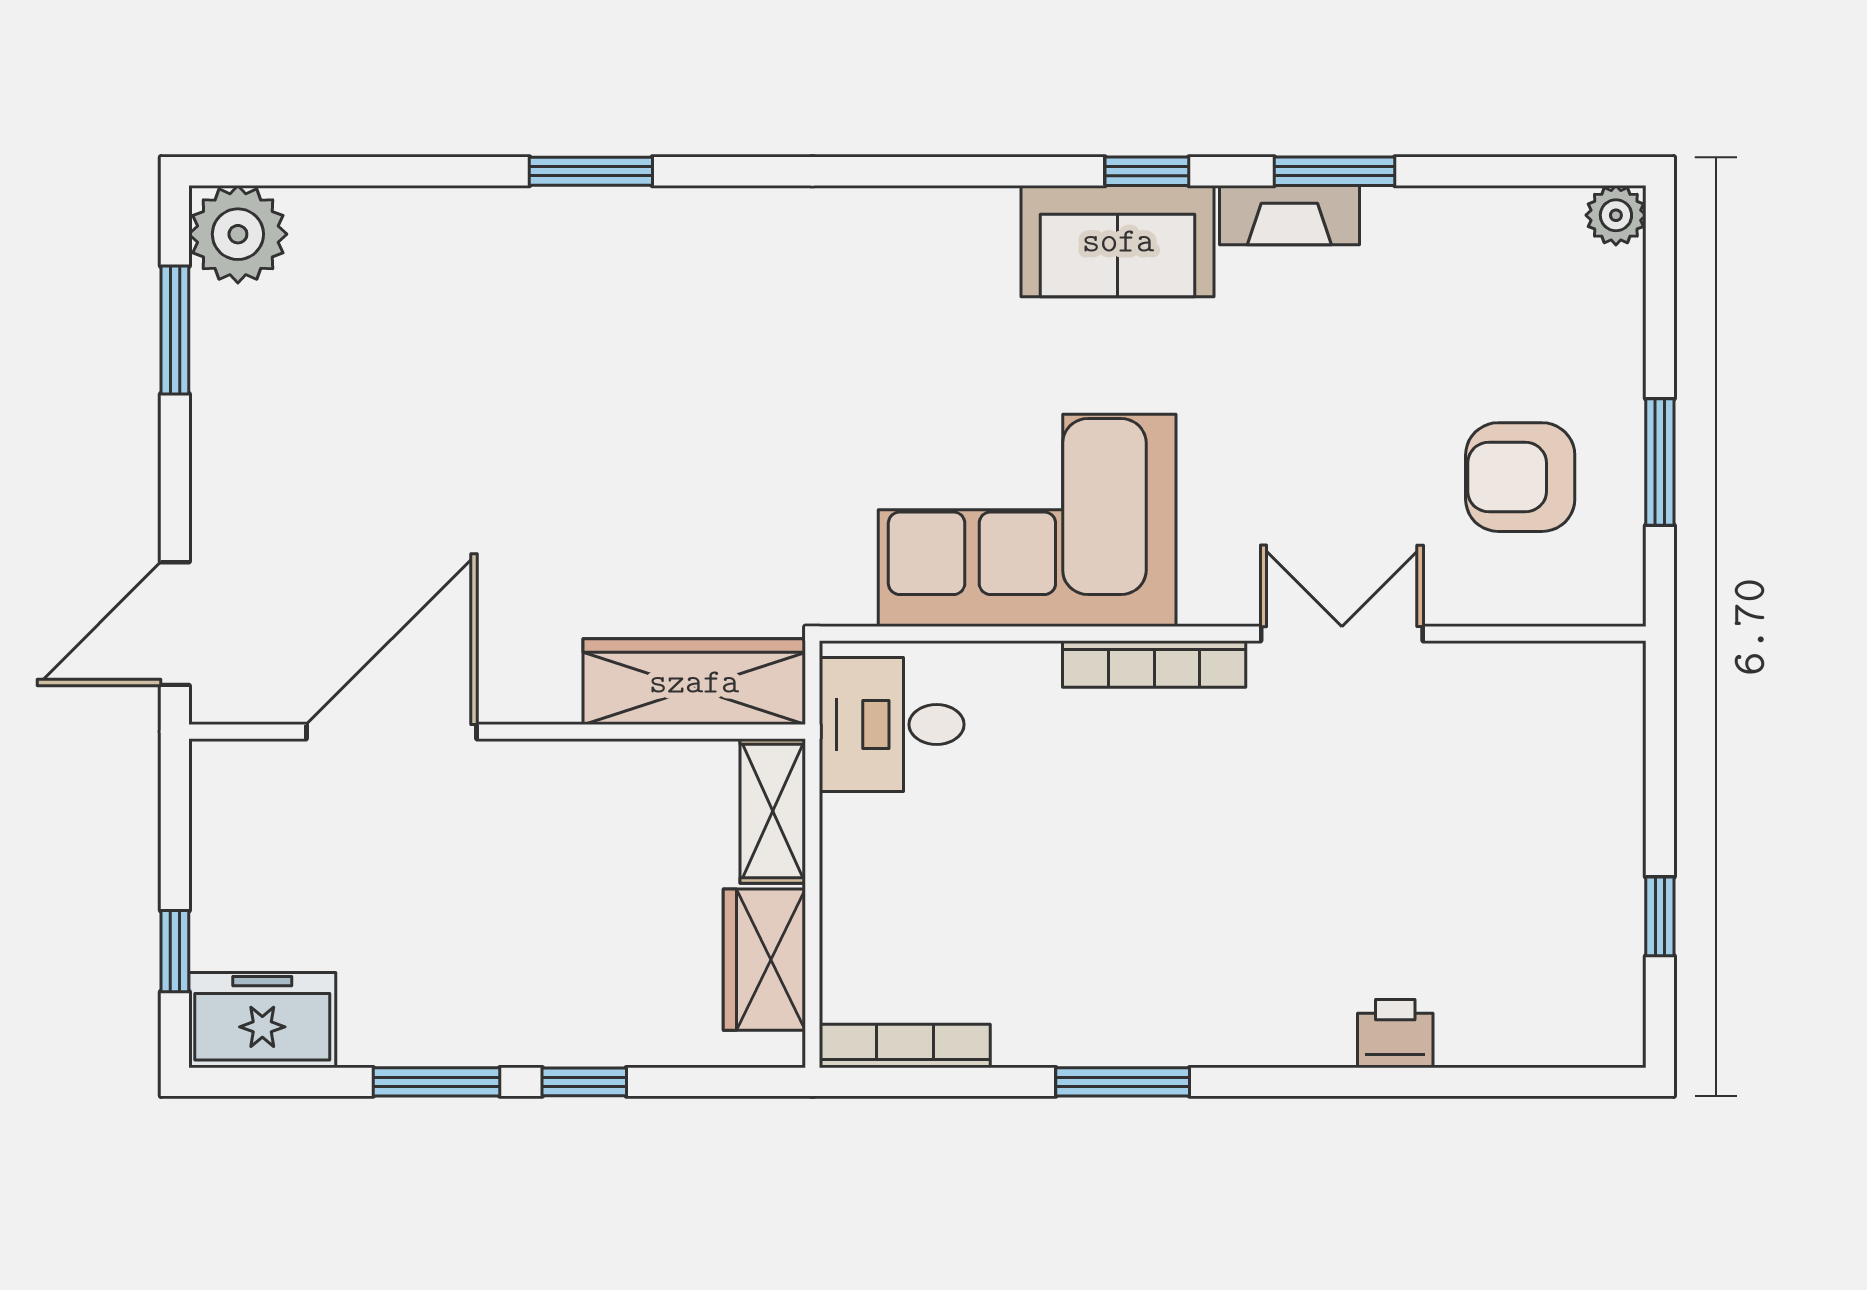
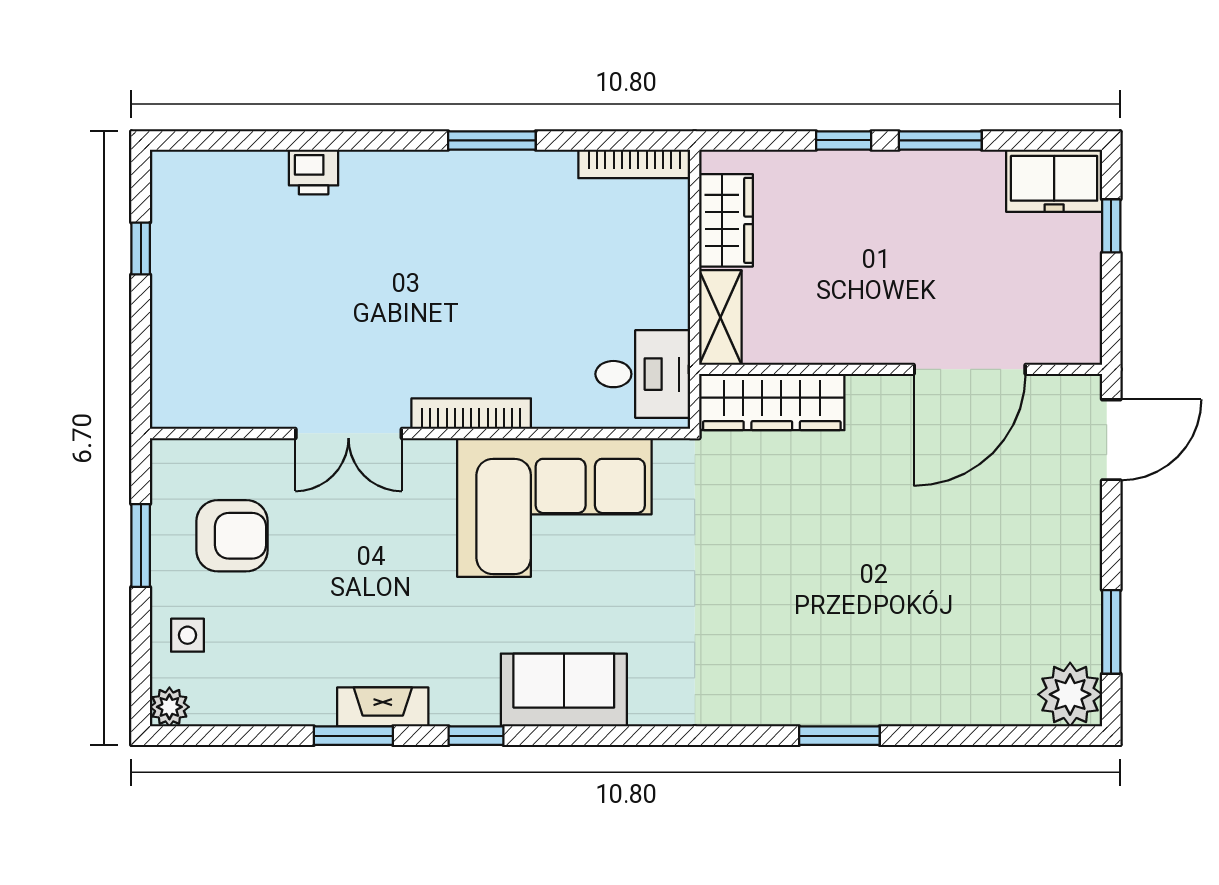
sofa: (1118, 241) -> (564, 690), moved
side table: (1588, 325) -> (187, 635), added

